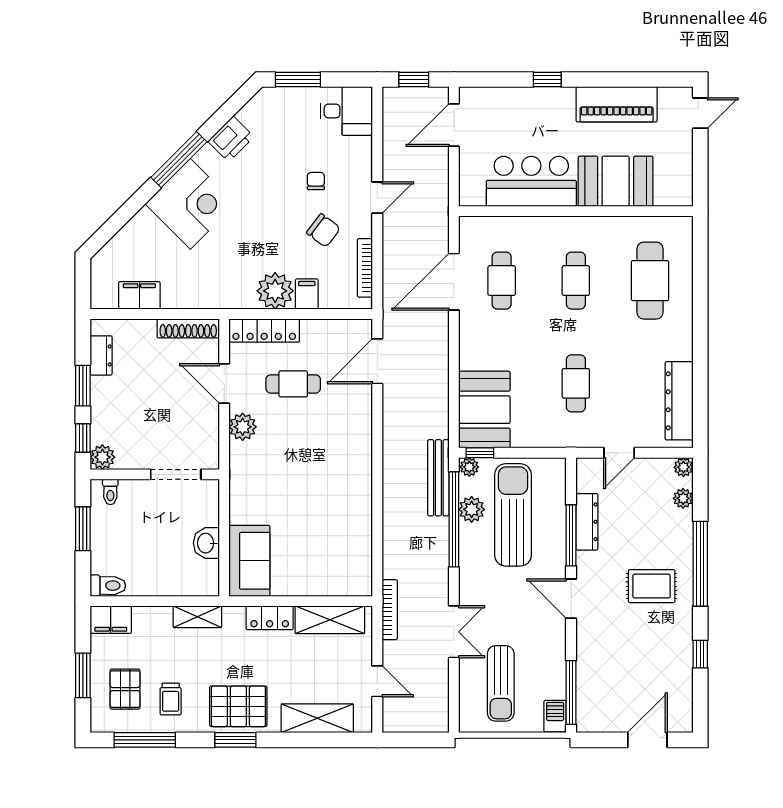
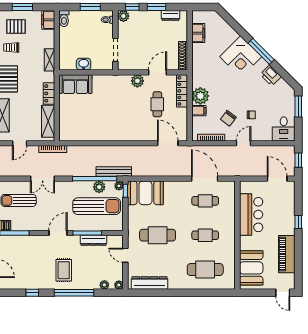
booth: (616, 181) -> (251, 268), moved
door: (377, 198) -> (244, 143), swing flipped
cafe table: (576, 383) -> (158, 235), width x1.37, depth x1.35

